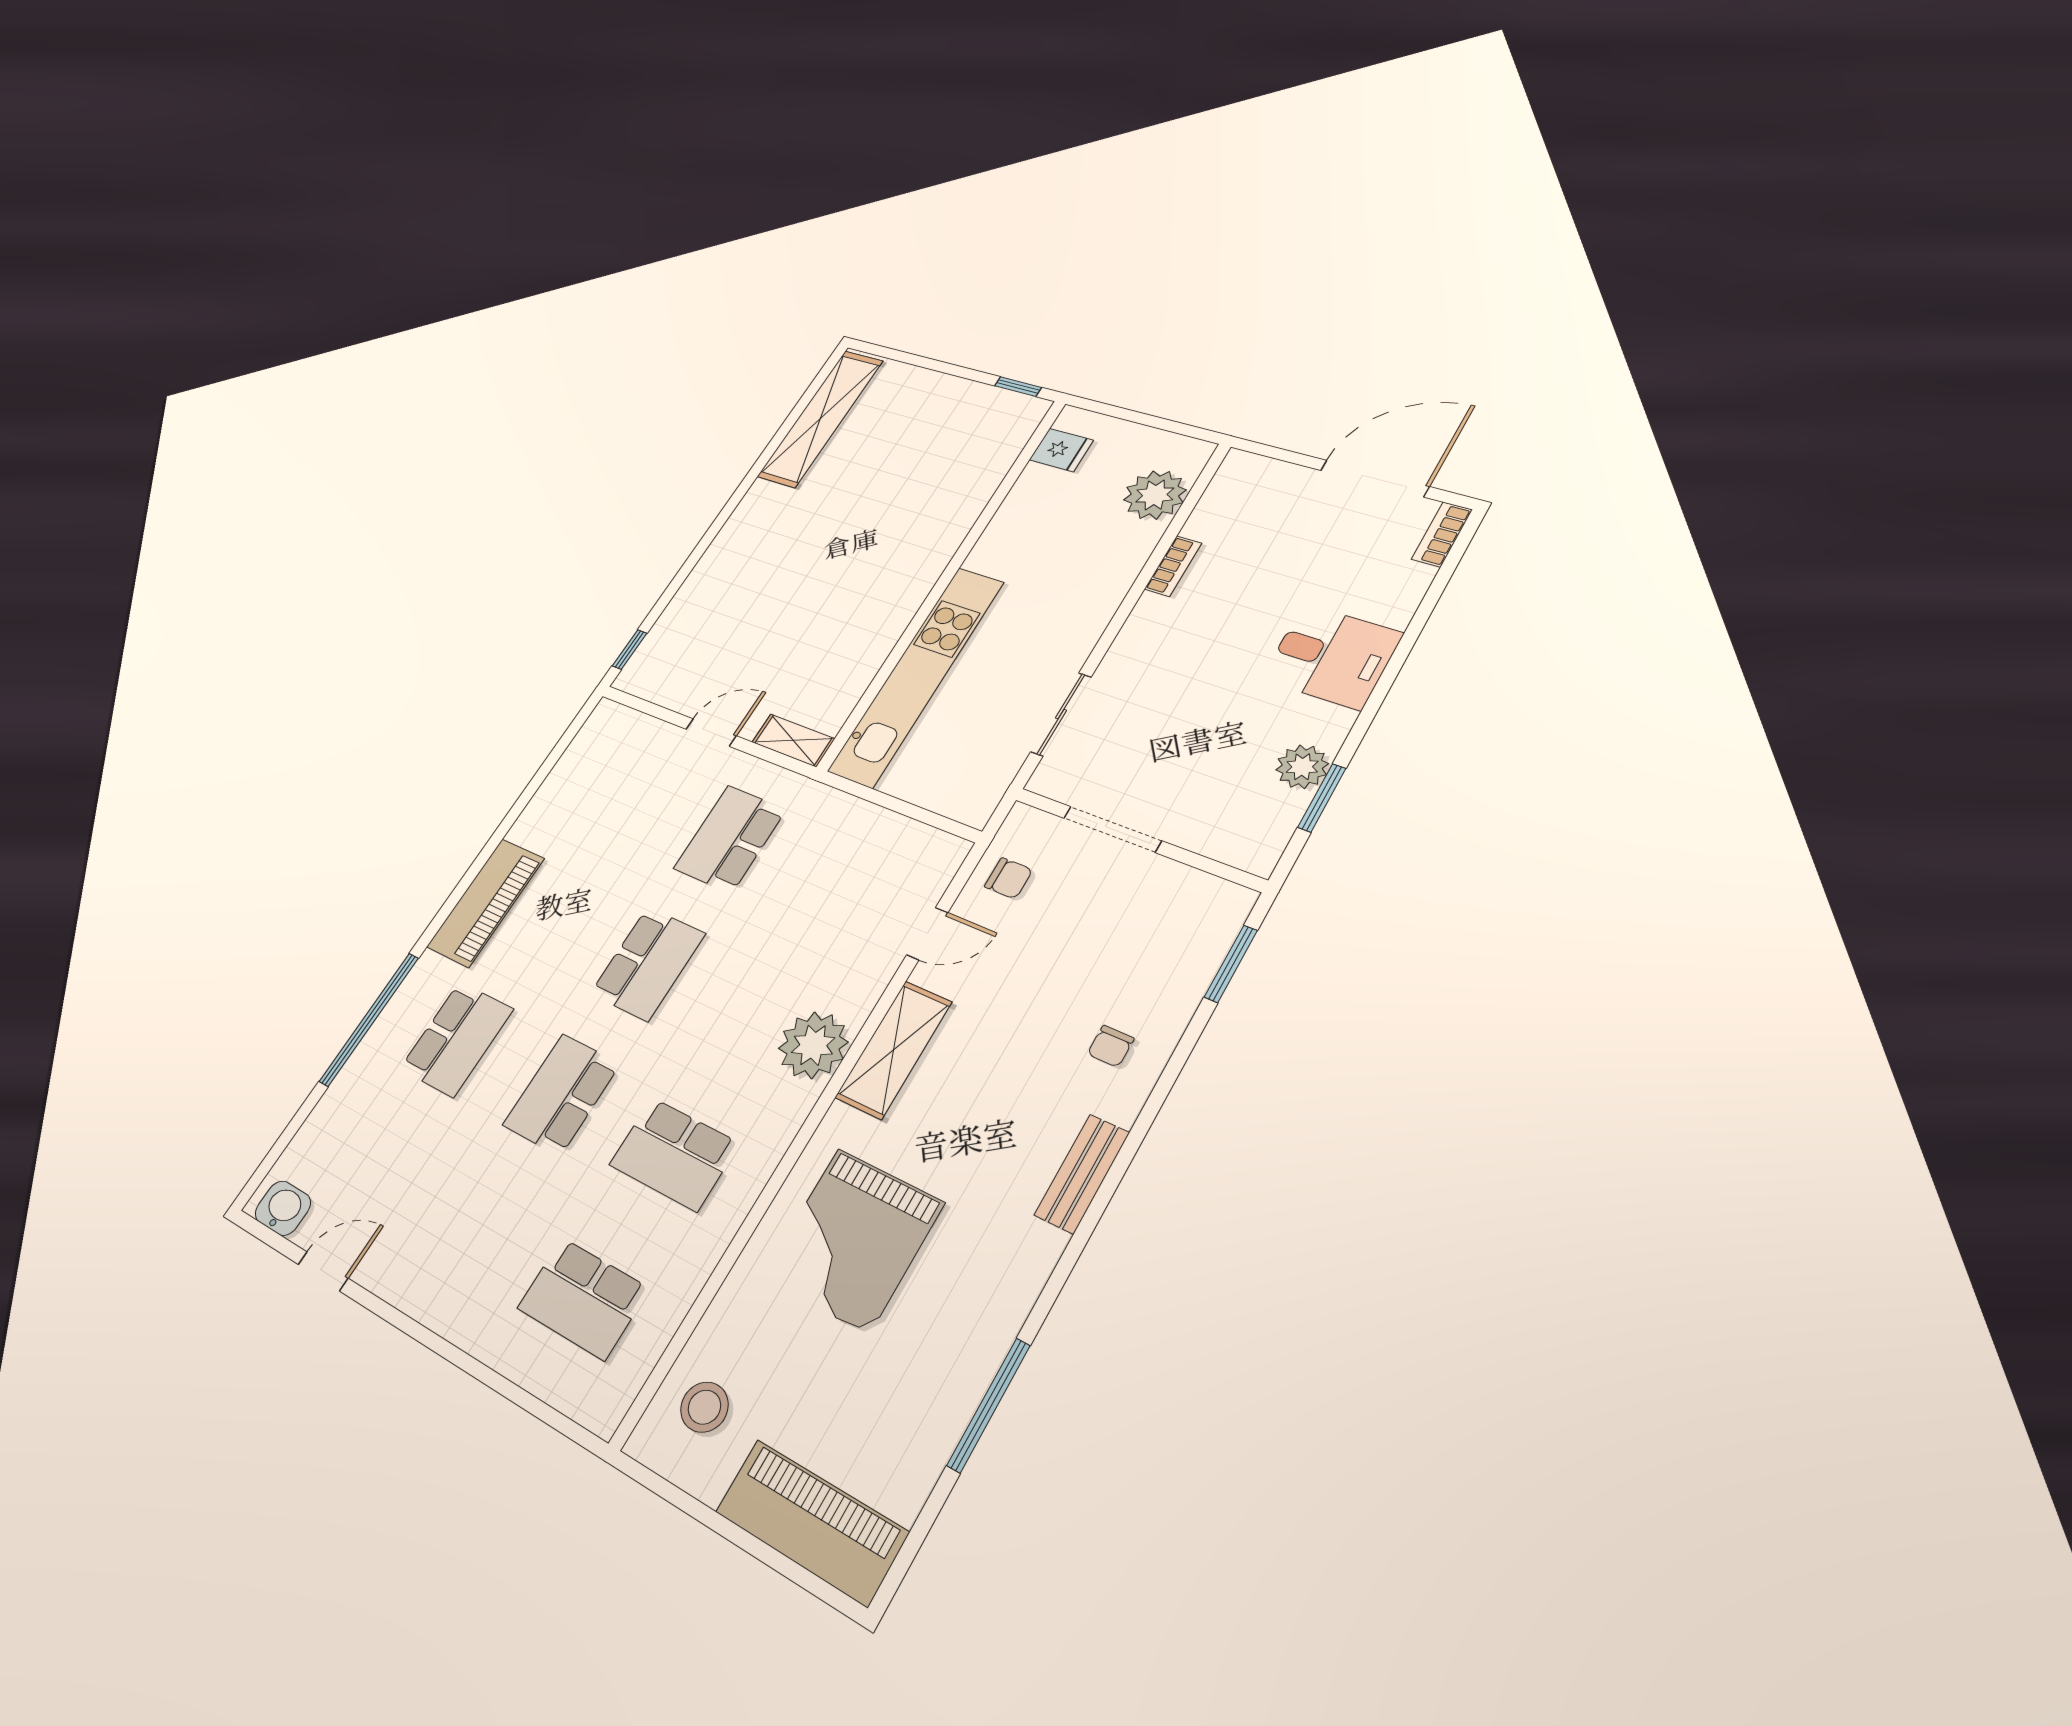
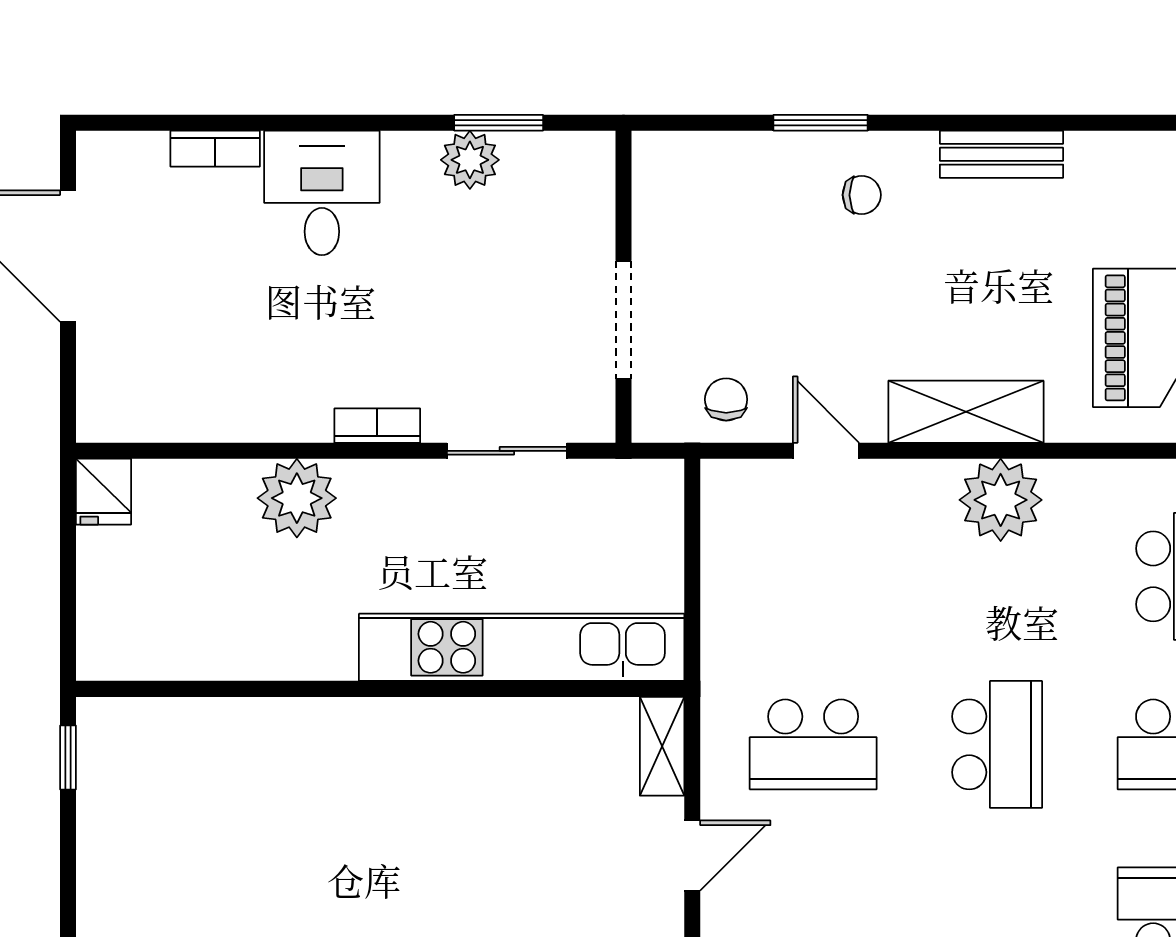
fridge: (1061, 450) -> (104, 492), moved, turned 180
plant: (1155, 495) -> (297, 498), moved
bookcase: (1442, 534) -> (215, 149), moved
bookcase: (1173, 566) -> (377, 426), moved
door: (711, 732) -> (692, 855), swing flipped
school desk: (648, 964) -> (997, 744), turned 90
window: (1231, 964) -> (821, 123), moved

